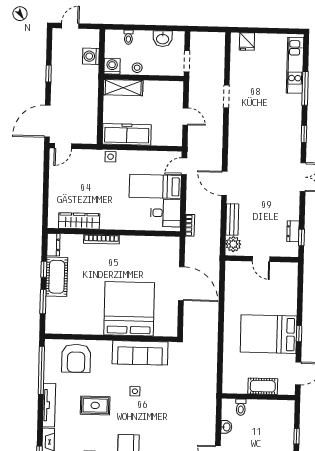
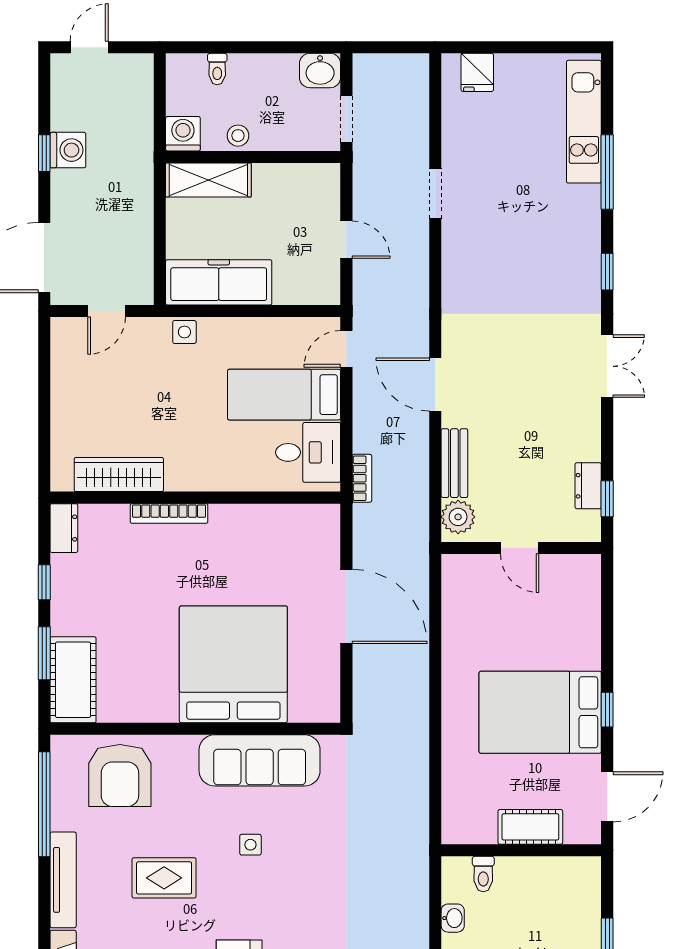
washbasin: (163, 39) -> (320, 71), moved
washing machine: (91, 56) -> (68, 150), moved, turned 180
door: (63, 146) -> (107, 311), moved
cot: (57, 277) -> (73, 680), moved

